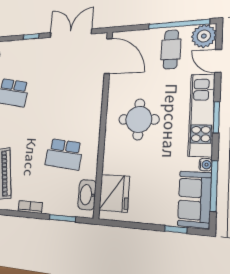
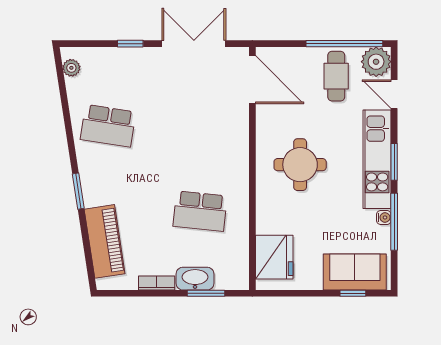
window: (214, 186) -> (394, 222), moved
washbasin: (87, 195) -> (195, 279), moved, turned 90
sofa: (195, 199) -> (355, 272), moved, turned 90

